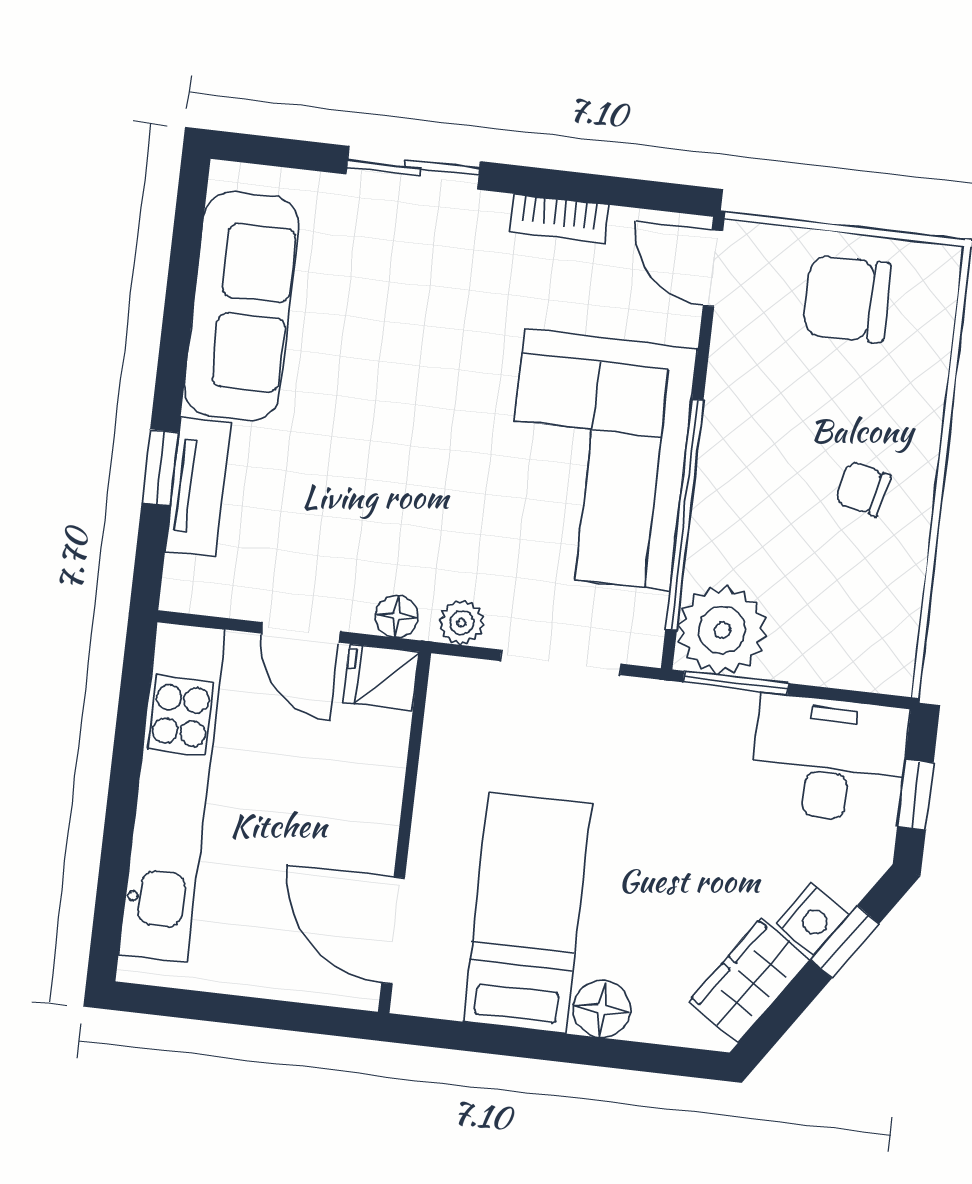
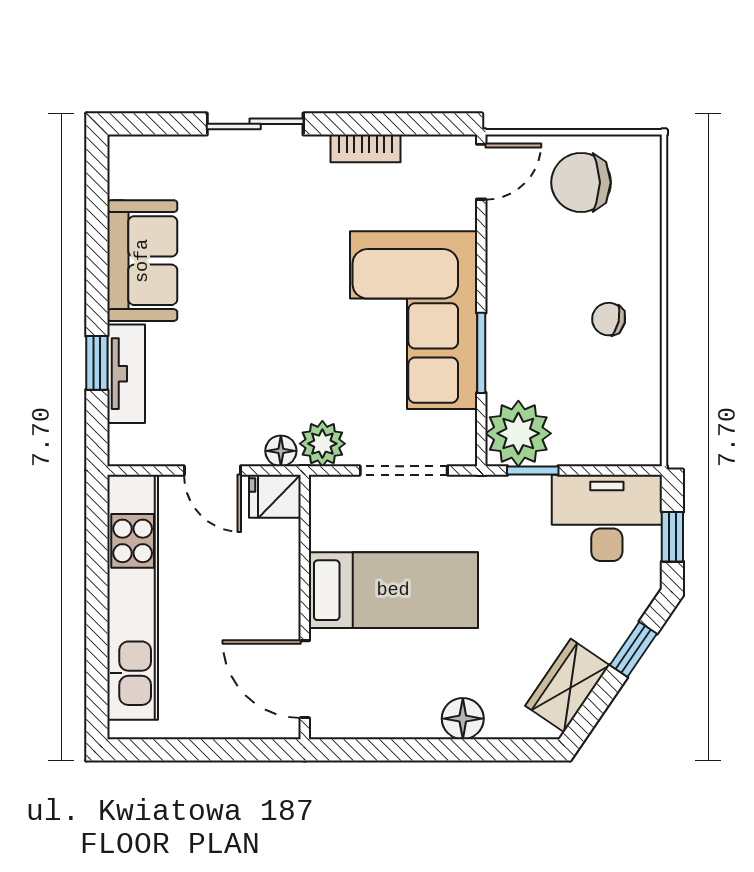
door: (713, 268) -> (481, 172), swing flipped
sofa: (241, 306) -> (142, 261), width x0.73
window: (684, 514) -> (481, 353), width x0.47
plant: (462, 622) -> (322, 444), width x1.38, depth x1.38
window: (736, 683) -> (533, 471), width x0.67
bed: (527, 913) -> (393, 590), moved, turned 90
nightstand: (812, 919) -> (608, 636), removed

